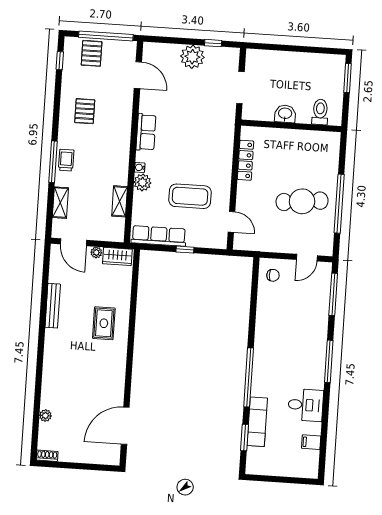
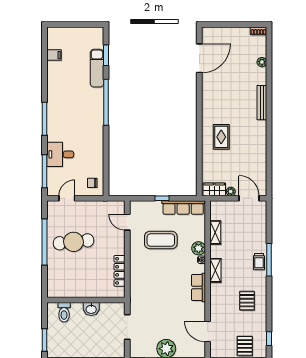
shelving: (60, 203) -> (215, 270), moved
bench: (53, 306) -> (262, 103), moved
desk: (306, 405) -> (60, 154), moved

